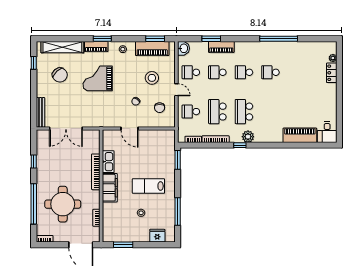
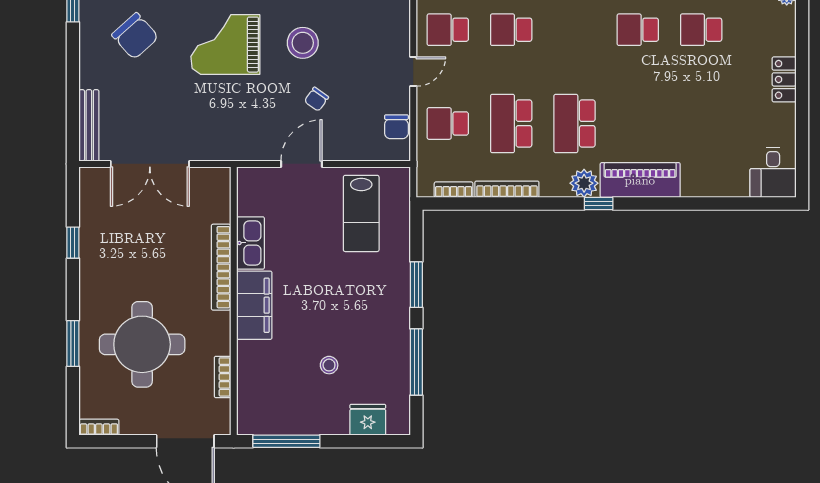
school desk: (244, 72) -> (701, 30), moved
locker: (332, 73) -> (784, 79), moved
stool: (152, 78) -> (303, 43), moved
door: (176, 90) -> (413, 72), hinge flipped
chair: (160, 108) -> (396, 127), moved
door: (130, 129) -> (301, 164), swing flipped
piano: (300, 135) -> (640, 180), moved
window: (240, 145) -> (599, 203), moved
window: (178, 160) -> (416, 285), moved
lab bench: (148, 186) -> (361, 213), moved, turned -90
window: (34, 204) -> (73, 344), width x0.47
window: (123, 245) -> (286, 441), width x1.44

